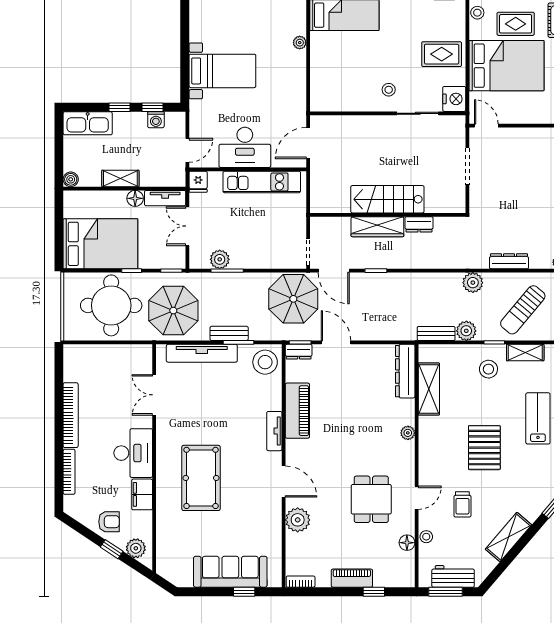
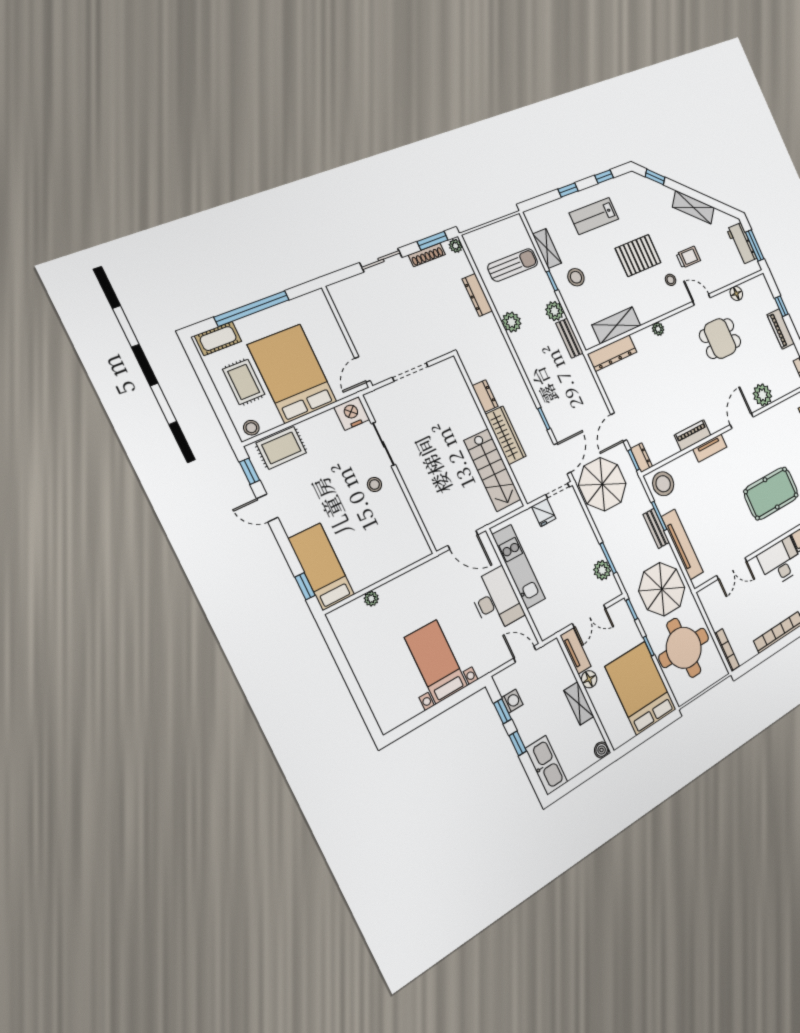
rug: (442, 54) -> (281, 448), moved, turned 90
fridge: (198, 182) -> (544, 513), moved, turned 90
stairs: (387, 199) -> (493, 470), moved
sun lounger: (523, 310) -> (513, 265), turned -40
bookcase: (85, 350) -> (727, 650), added
piano: (297, 411) -> (693, 435), width x0.73, depth x0.75
stool: (426, 537) -> (671, 280), moved

